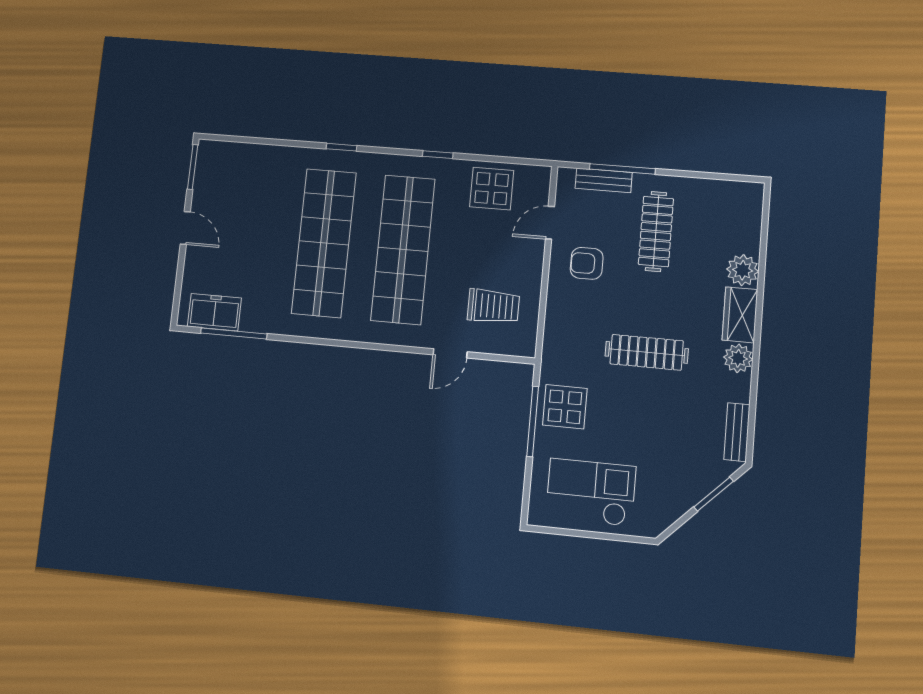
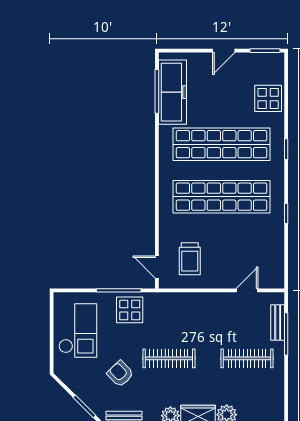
display table: (492, 189) -> (268, 98), moved
door: (550, 223) -> (247, 290), hinge flipped
armchair: (587, 263) -> (120, 374), moved, turned -44
freezer: (214, 312) -> (172, 92), width x1.91, depth x1.26
clothes rail: (647, 352) -> (169, 358), turned 90
door: (450, 353) -> (157, 267), moved

